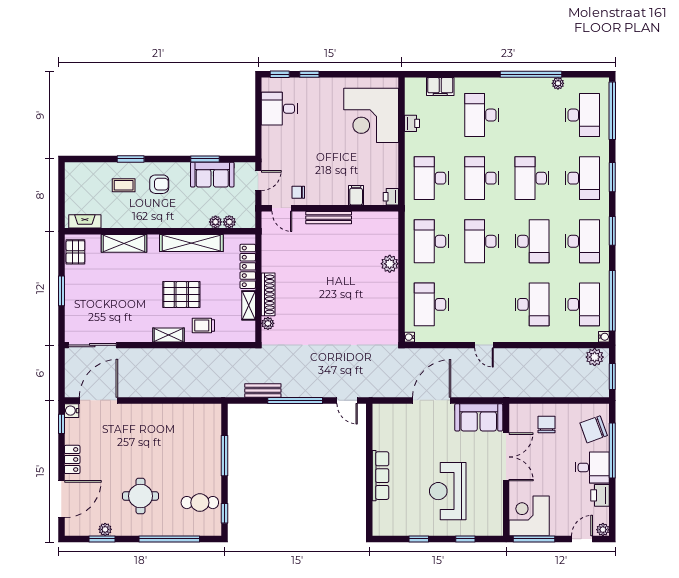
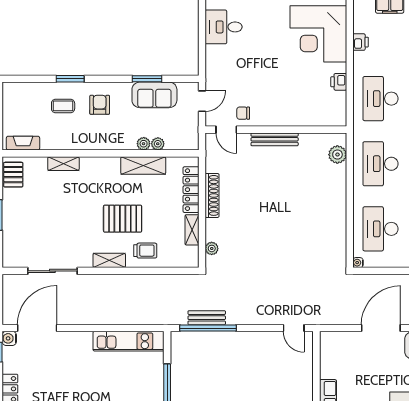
armchair: (159, 184) -> (100, 105), turned -90
filing cabinet: (356, 195) -> (303, 116), removed
printer: (391, 197) -> (339, 82), moved
plant: (229, 222) -> (144, 144), moved
shelving: (124, 243) -> (63, 164), width x0.67, depth x0.75
shelving: (191, 243) -> (143, 166), width x0.68
plant: (390, 264) -> (337, 155), moved
shoe rack: (268, 294) -> (212, 195), moved
trolley: (203, 325) -> (145, 251), turned 180
sliding door: (92, 345) -> (52, 271), moved
window: (295, 400) -> (208, 328), moved
kitchen unit: (187, 413) -> (129, 341), added

